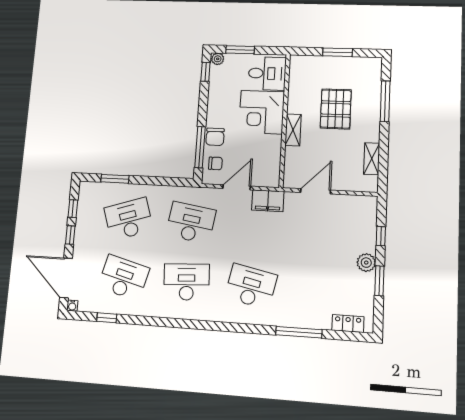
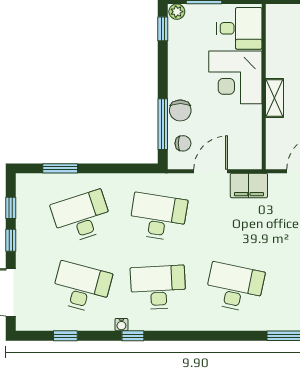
water cooler: (72, 306) -> (121, 325), moved
window: (162, 322) -> (133, 336), added

